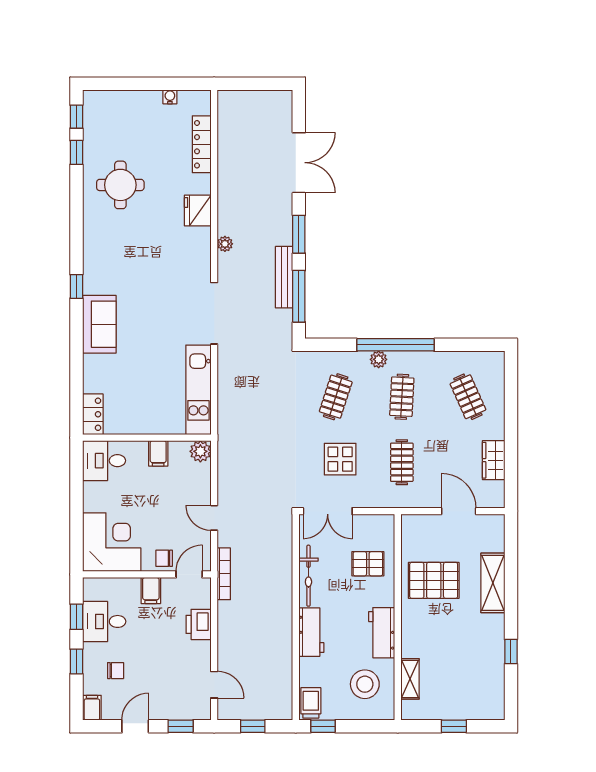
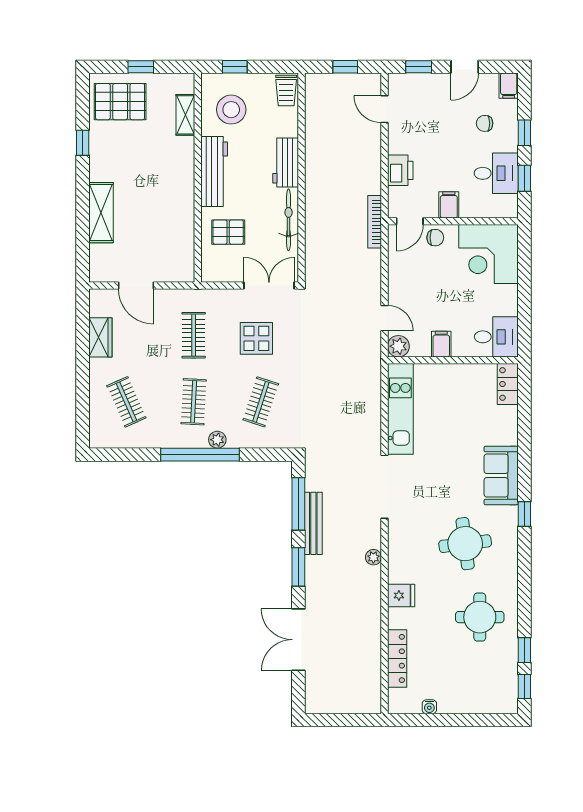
fridge: (198, 210) -> (401, 595), width x0.72
round table: (135, 257) -> (465, 544), added
door: (214, 518) -> (384, 318), moved
pallet: (434, 580) -> (120, 102), moved
workbench: (382, 633) -> (214, 172), width x1.38
window: (323, 726) -> (235, 67), moved

